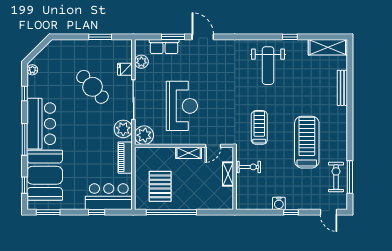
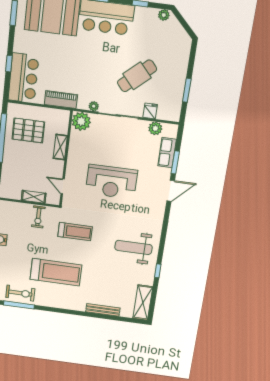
reception desk: (182, 106) -> (111, 182), moved
plant: (123, 129) -> (94, 106), width x0.53, depth x0.53
shelving: (189, 153) -> (60, 147), moved

